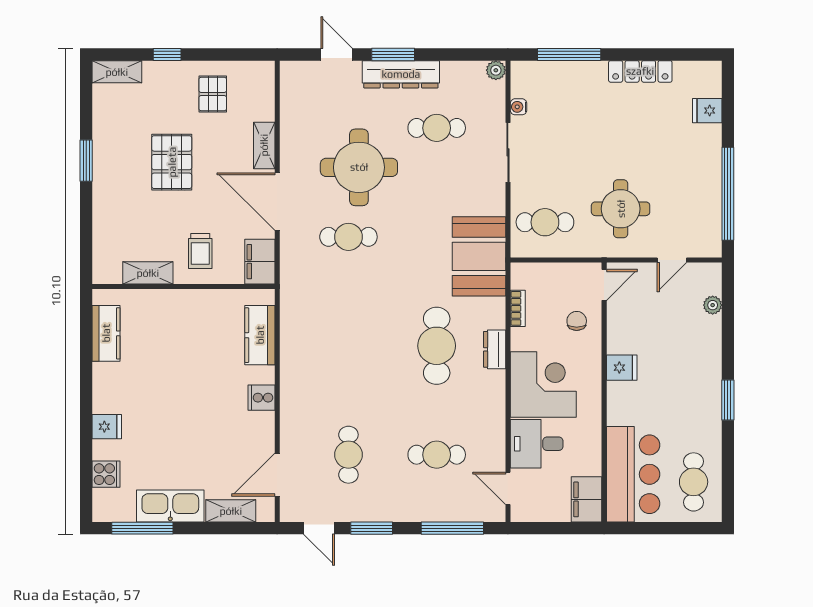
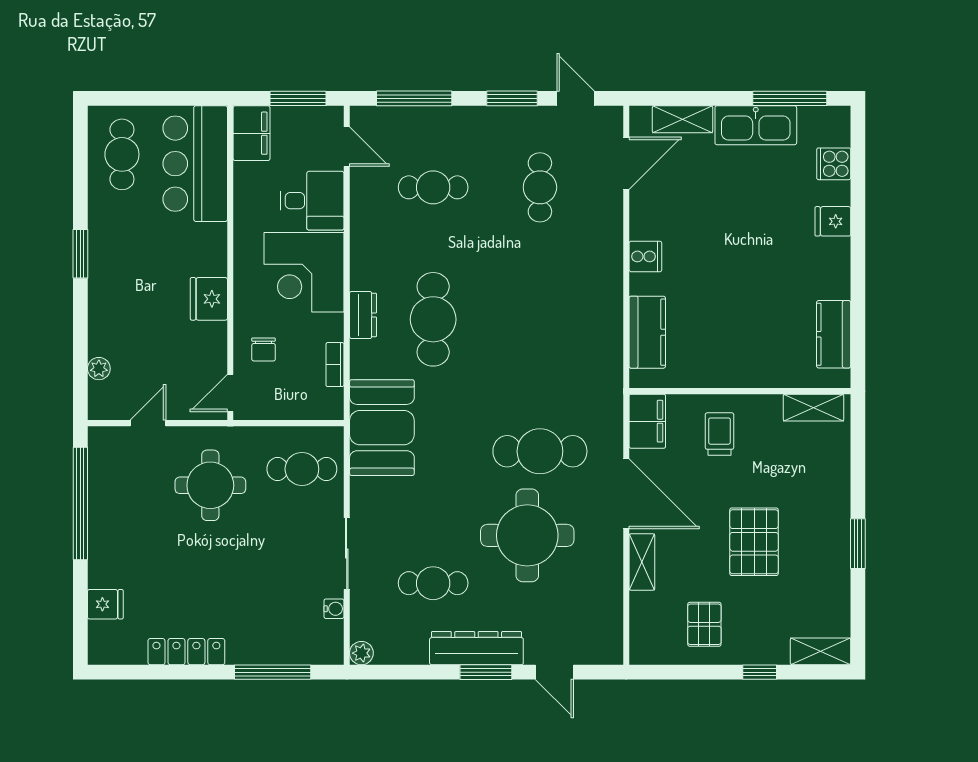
cafe table: (348, 237) -> (540, 451), width x1.37, depth x1.35
shelving: (148, 273) -> (813, 408), moved
fridge: (622, 368) -> (209, 299), width x1.38
window: (548, 528) -> (298, 98), added

